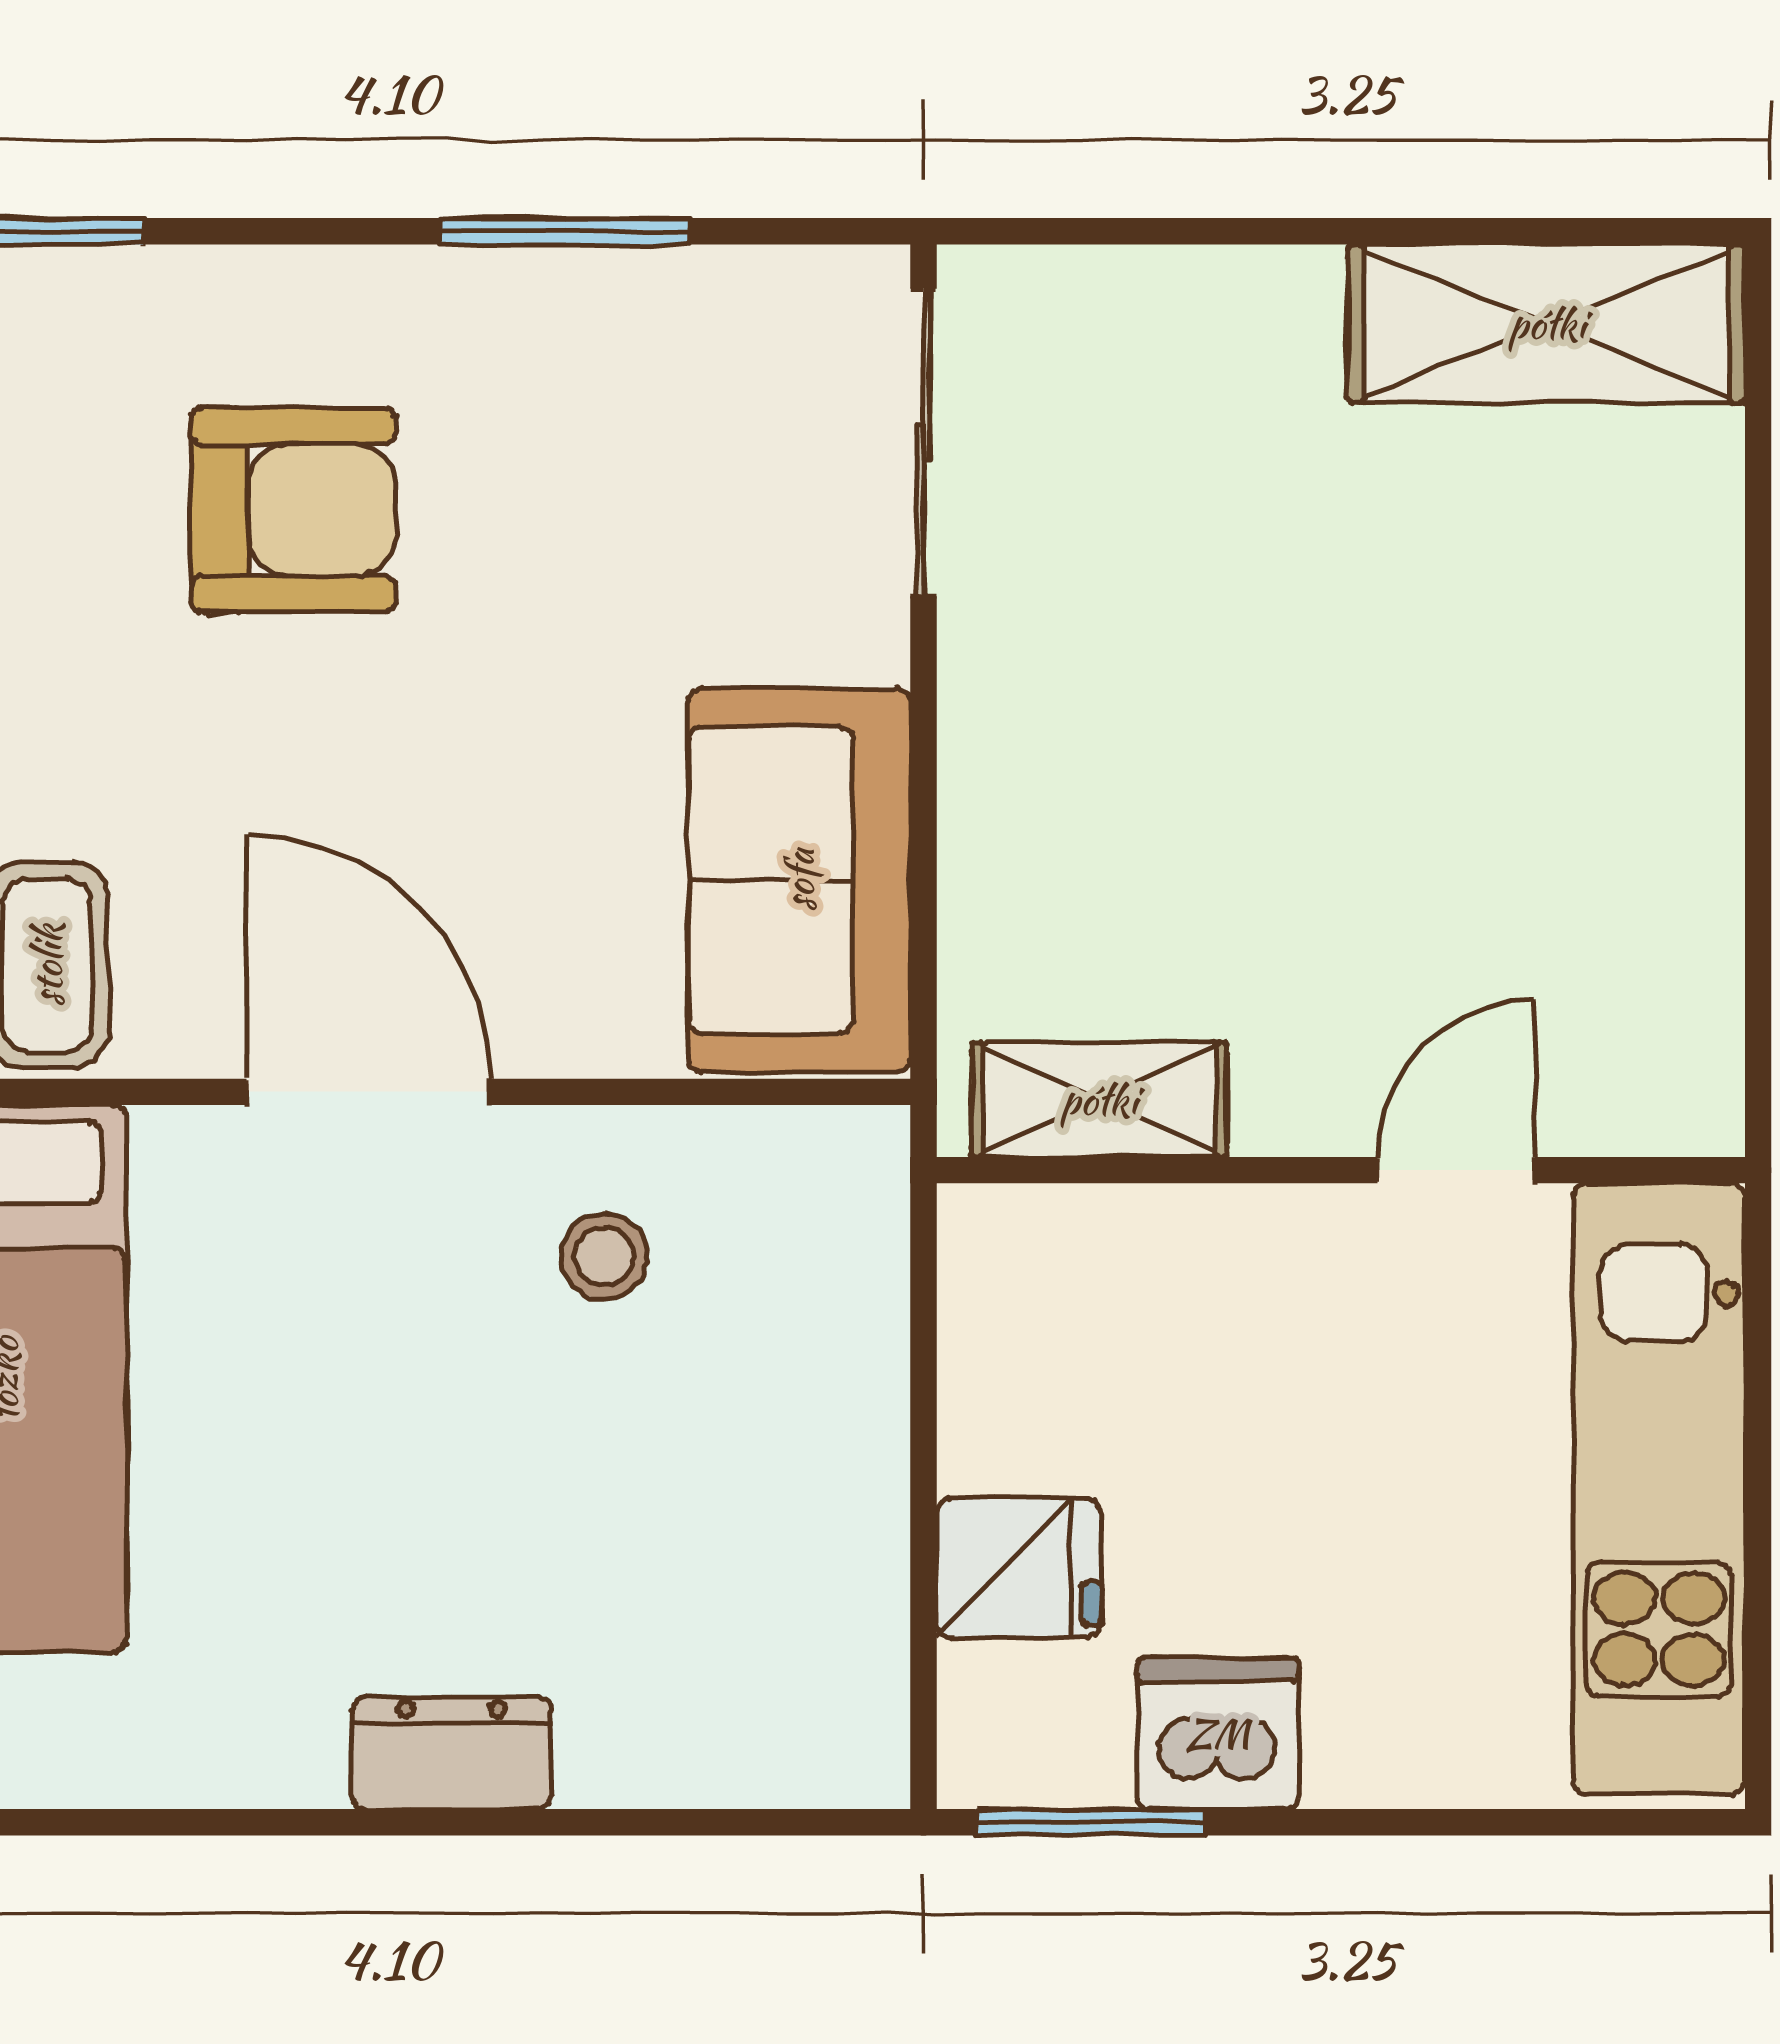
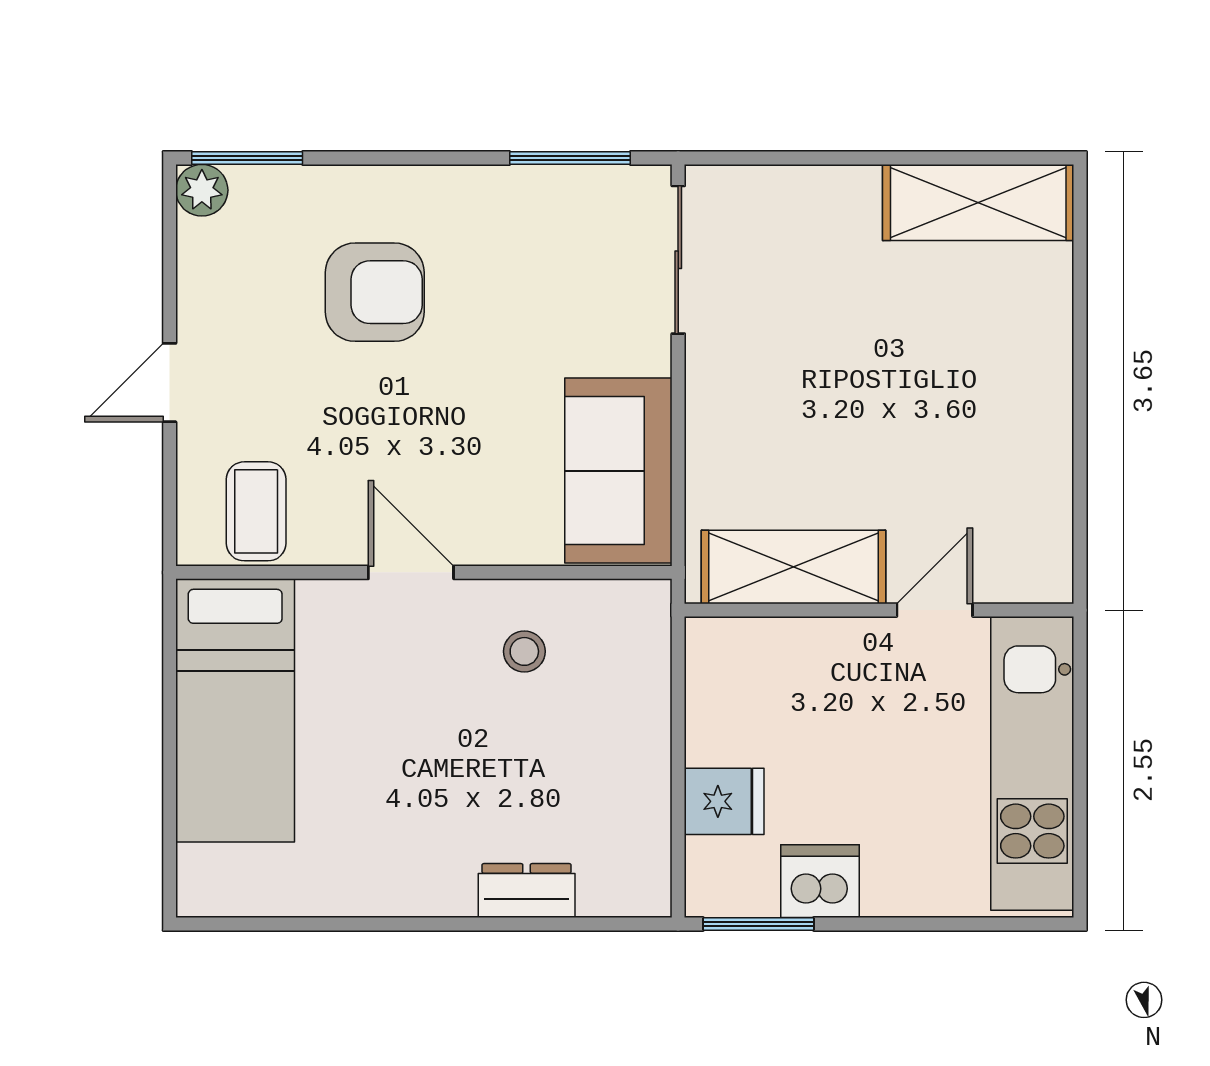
window: (566, 231) -> (570, 158), moved
door: (368, 1092) -> (411, 572), width x0.73
shelving: (1099, 1100) -> (794, 567), width x1.50, depth x1.33
dresser: (452, 1753) -> (527, 891), moved

